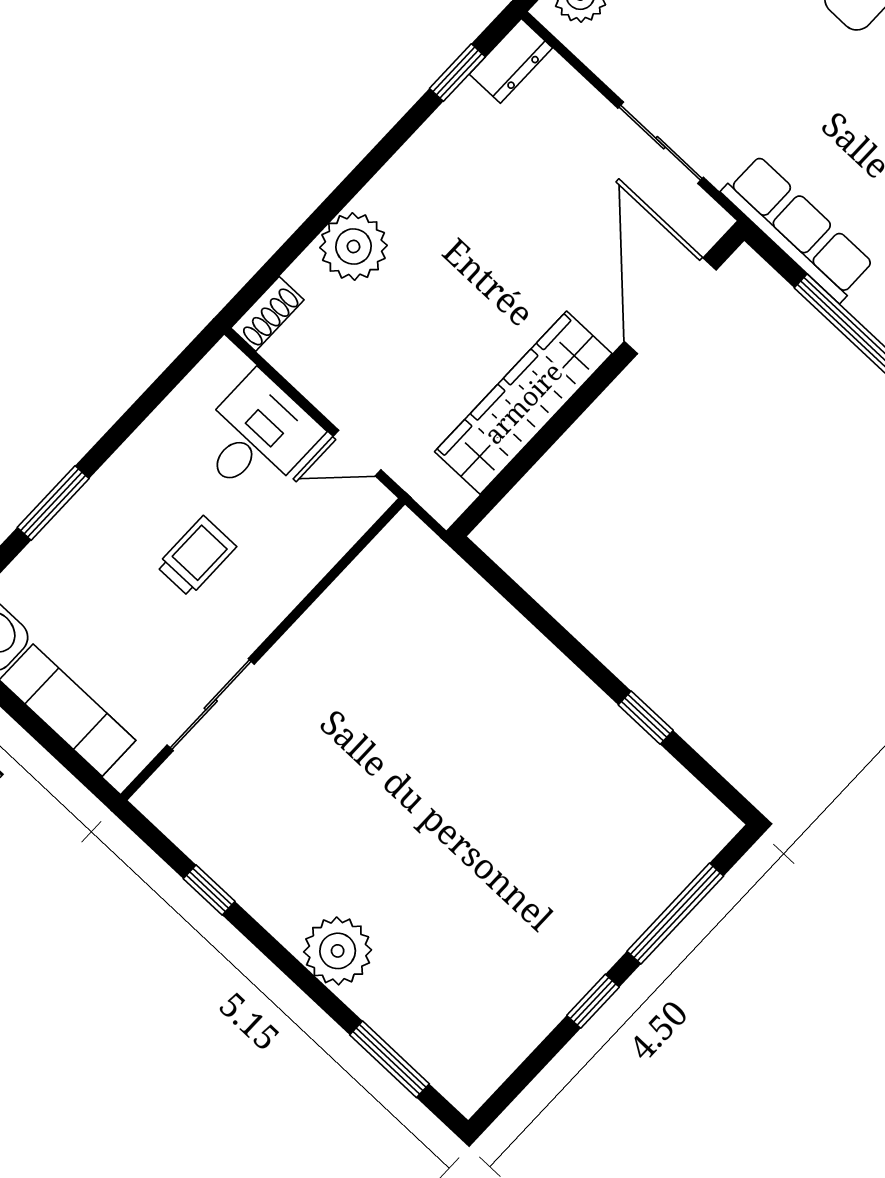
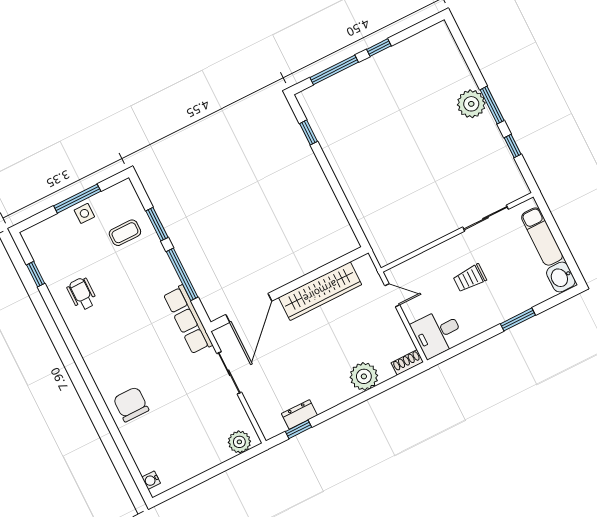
dresser: (511, 61) -> (299, 414), moved
desk: (257, 437) -> (437, 333), moved
window: (646, 718) -> (308, 132), moved
window: (389, 1059) -> (492, 105), moved

